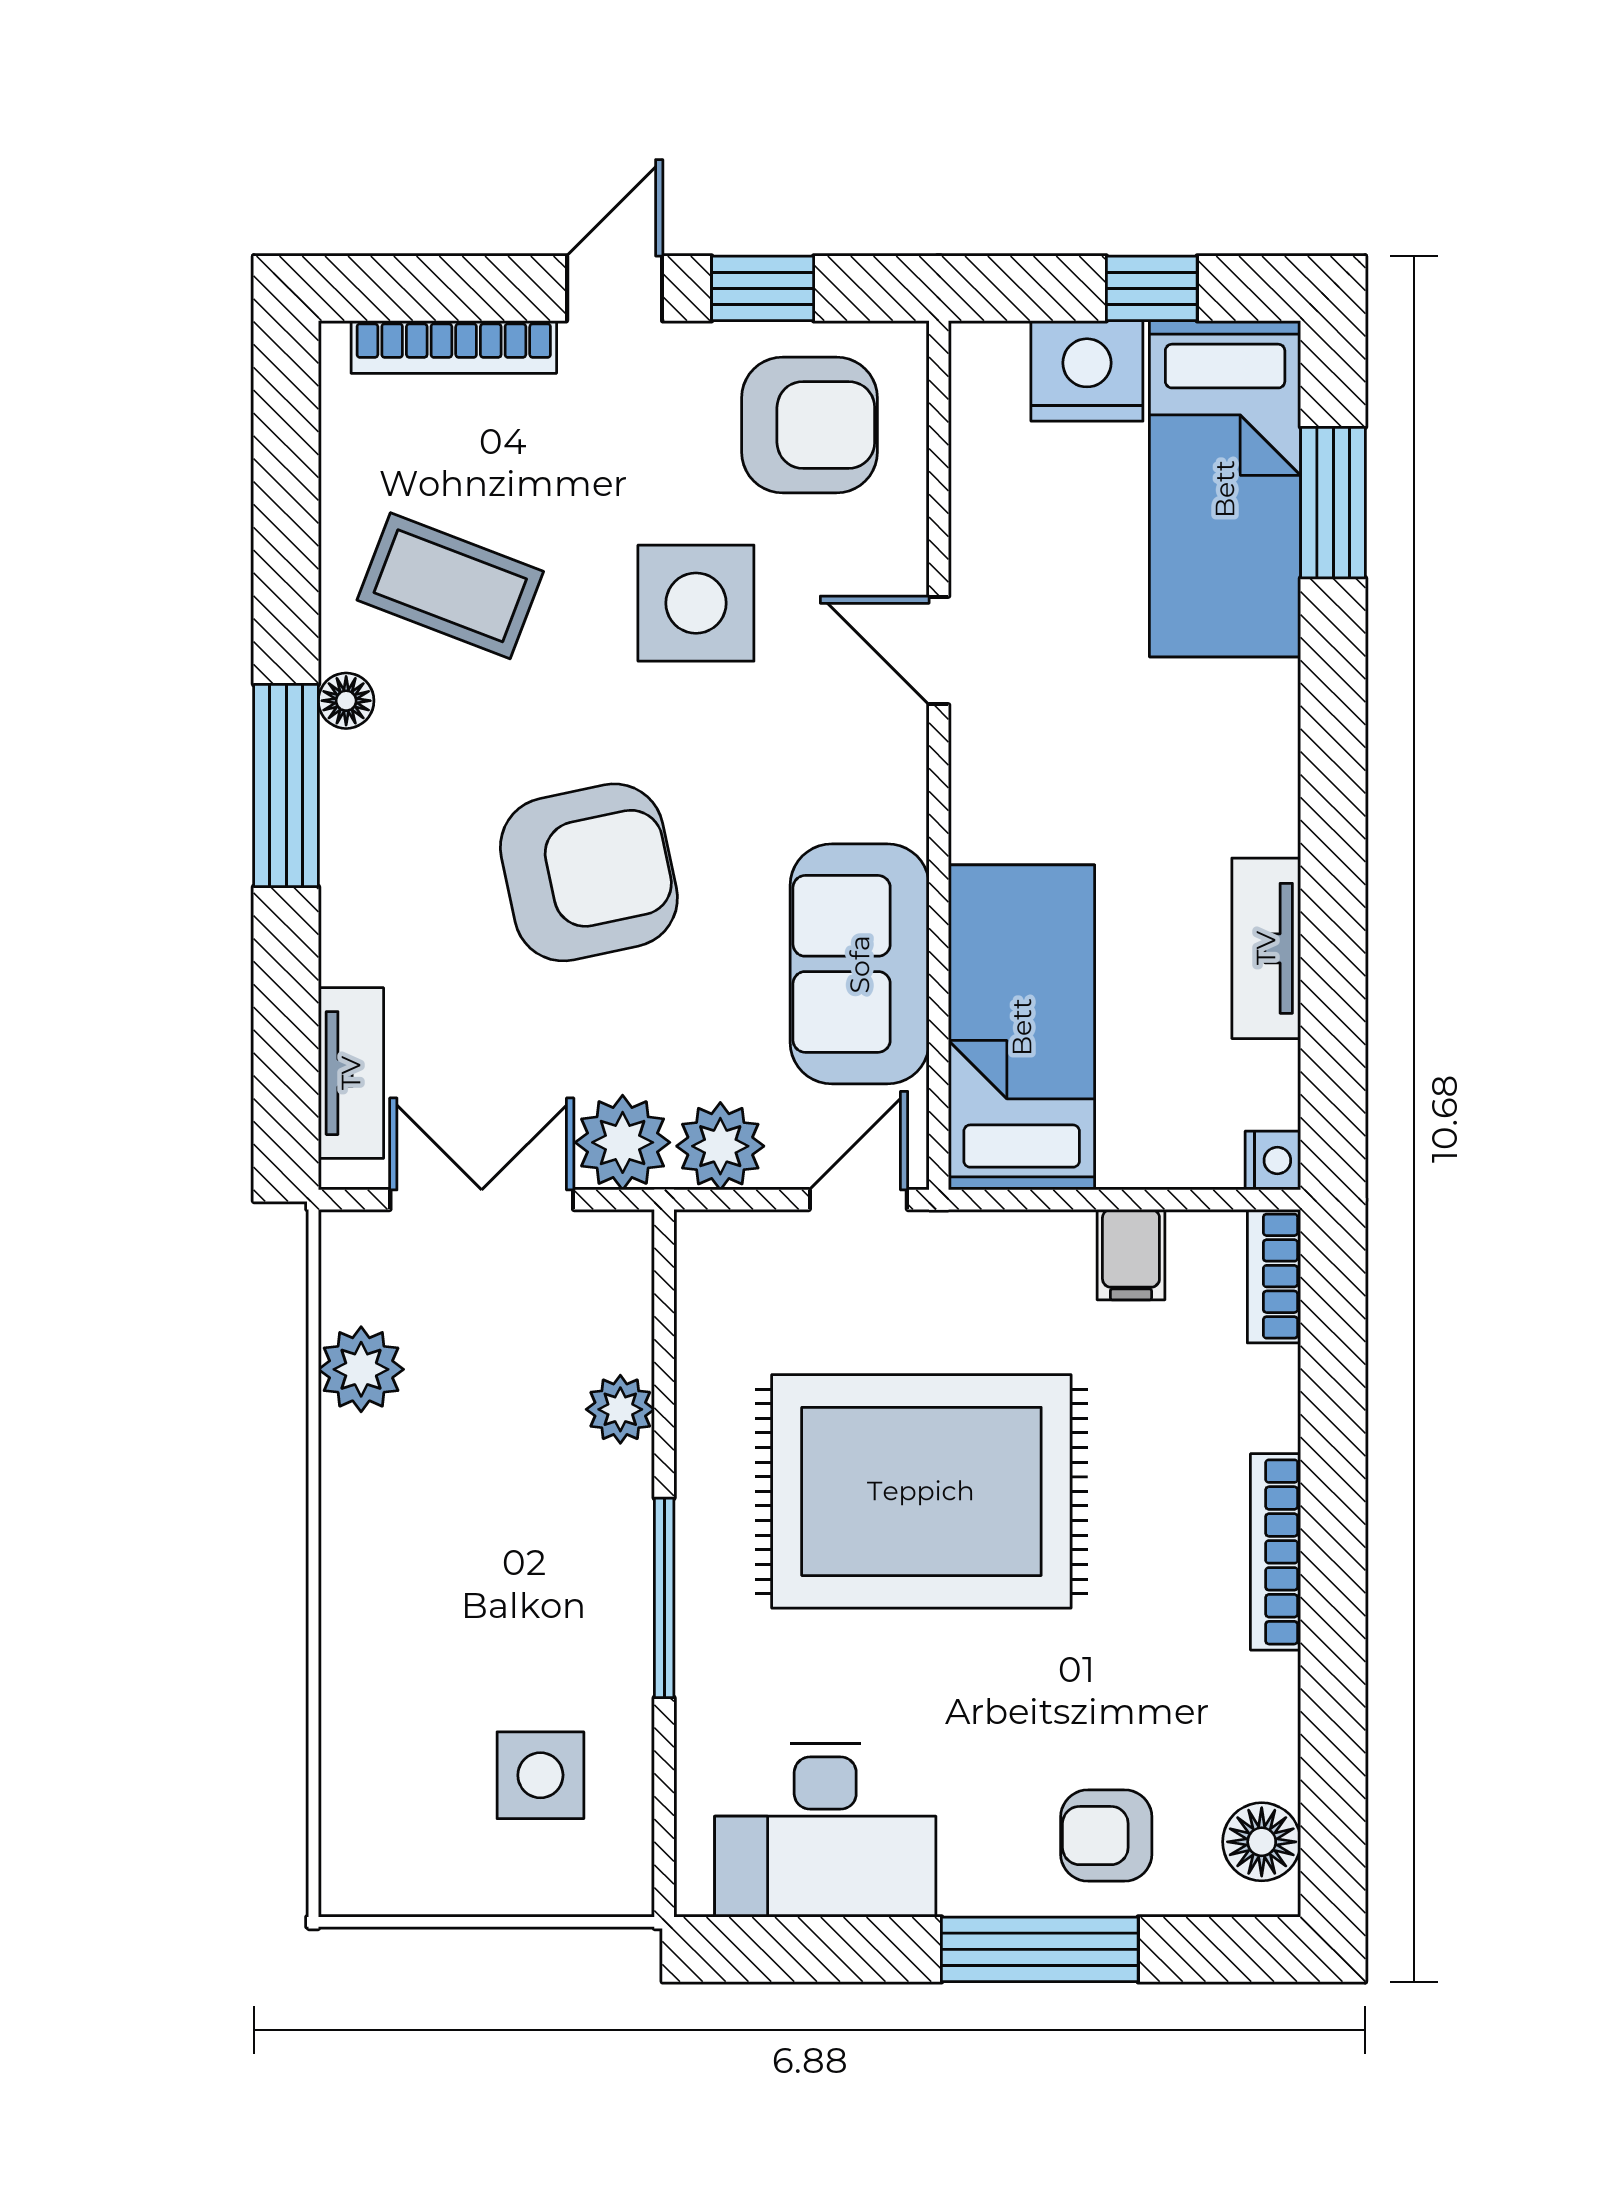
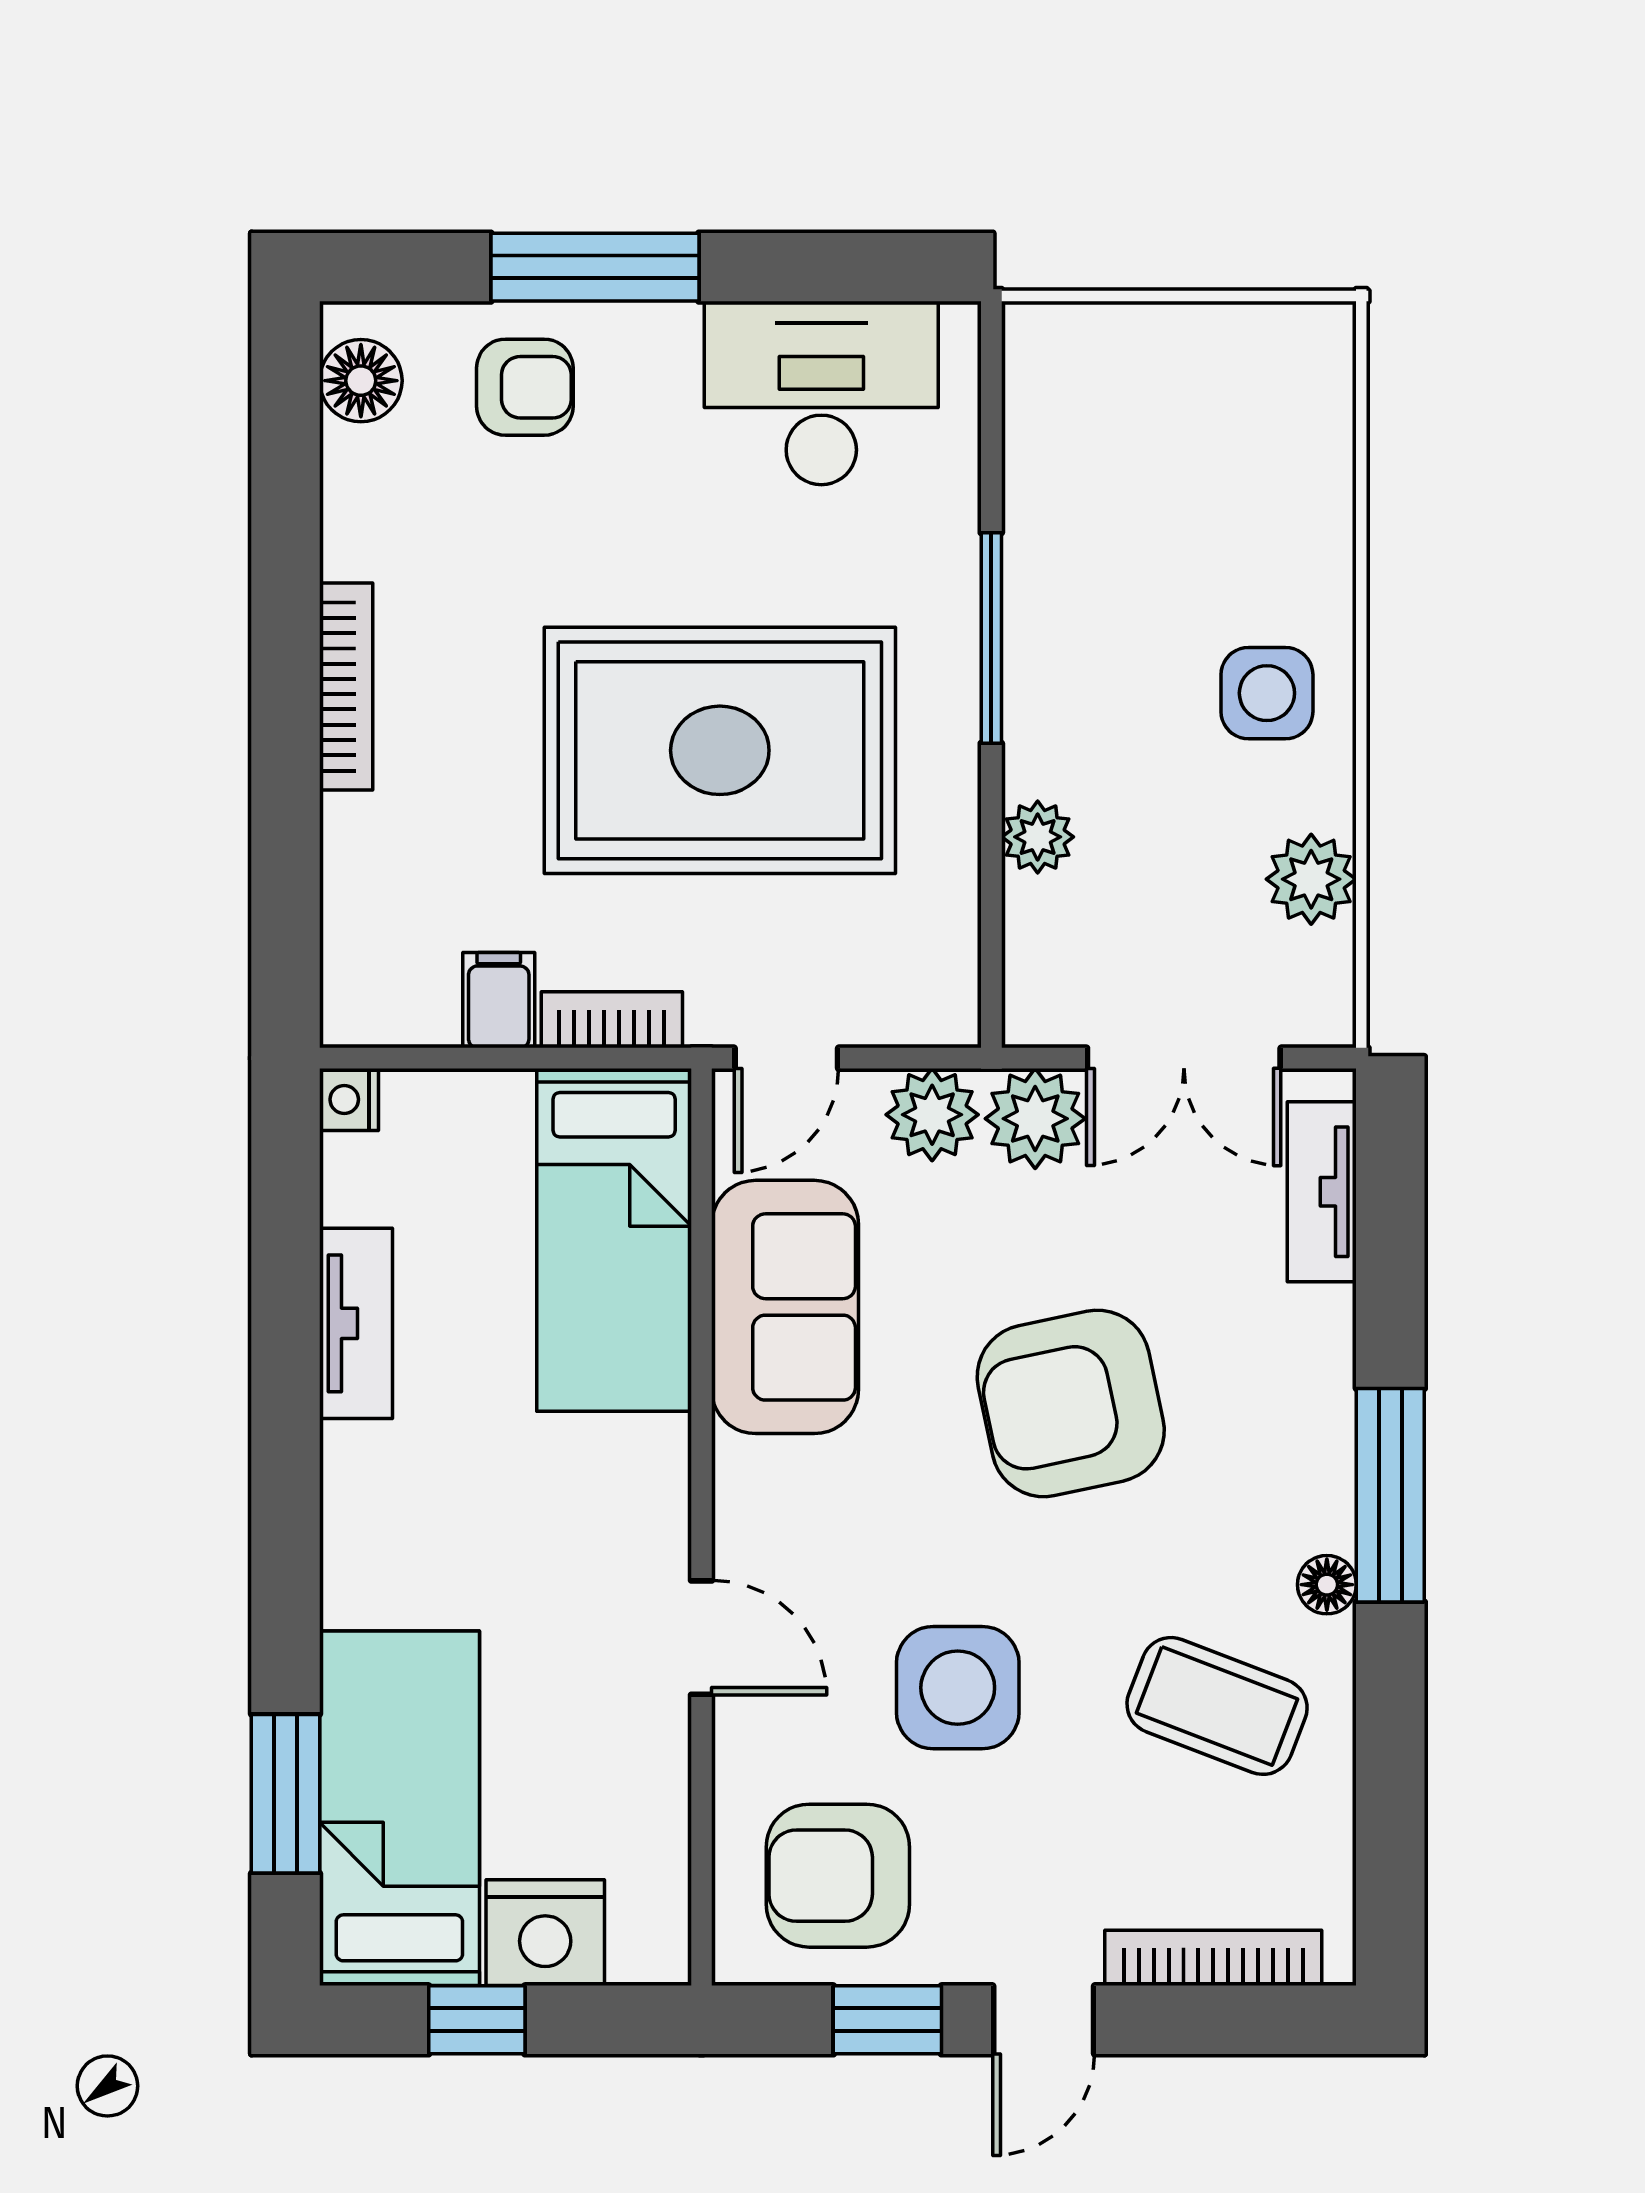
bookcase: (1274, 1276) -> (612, 1020), moved, turned -90
side table: (540, 1775) -> (1267, 693), moved

